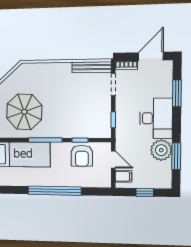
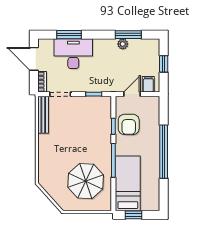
desk: (156, 118) -> (73, 54), moved
plant: (161, 150) -> (123, 44), width x0.53, depth x0.53
armchair: (82, 156) -> (129, 124), turned 90

